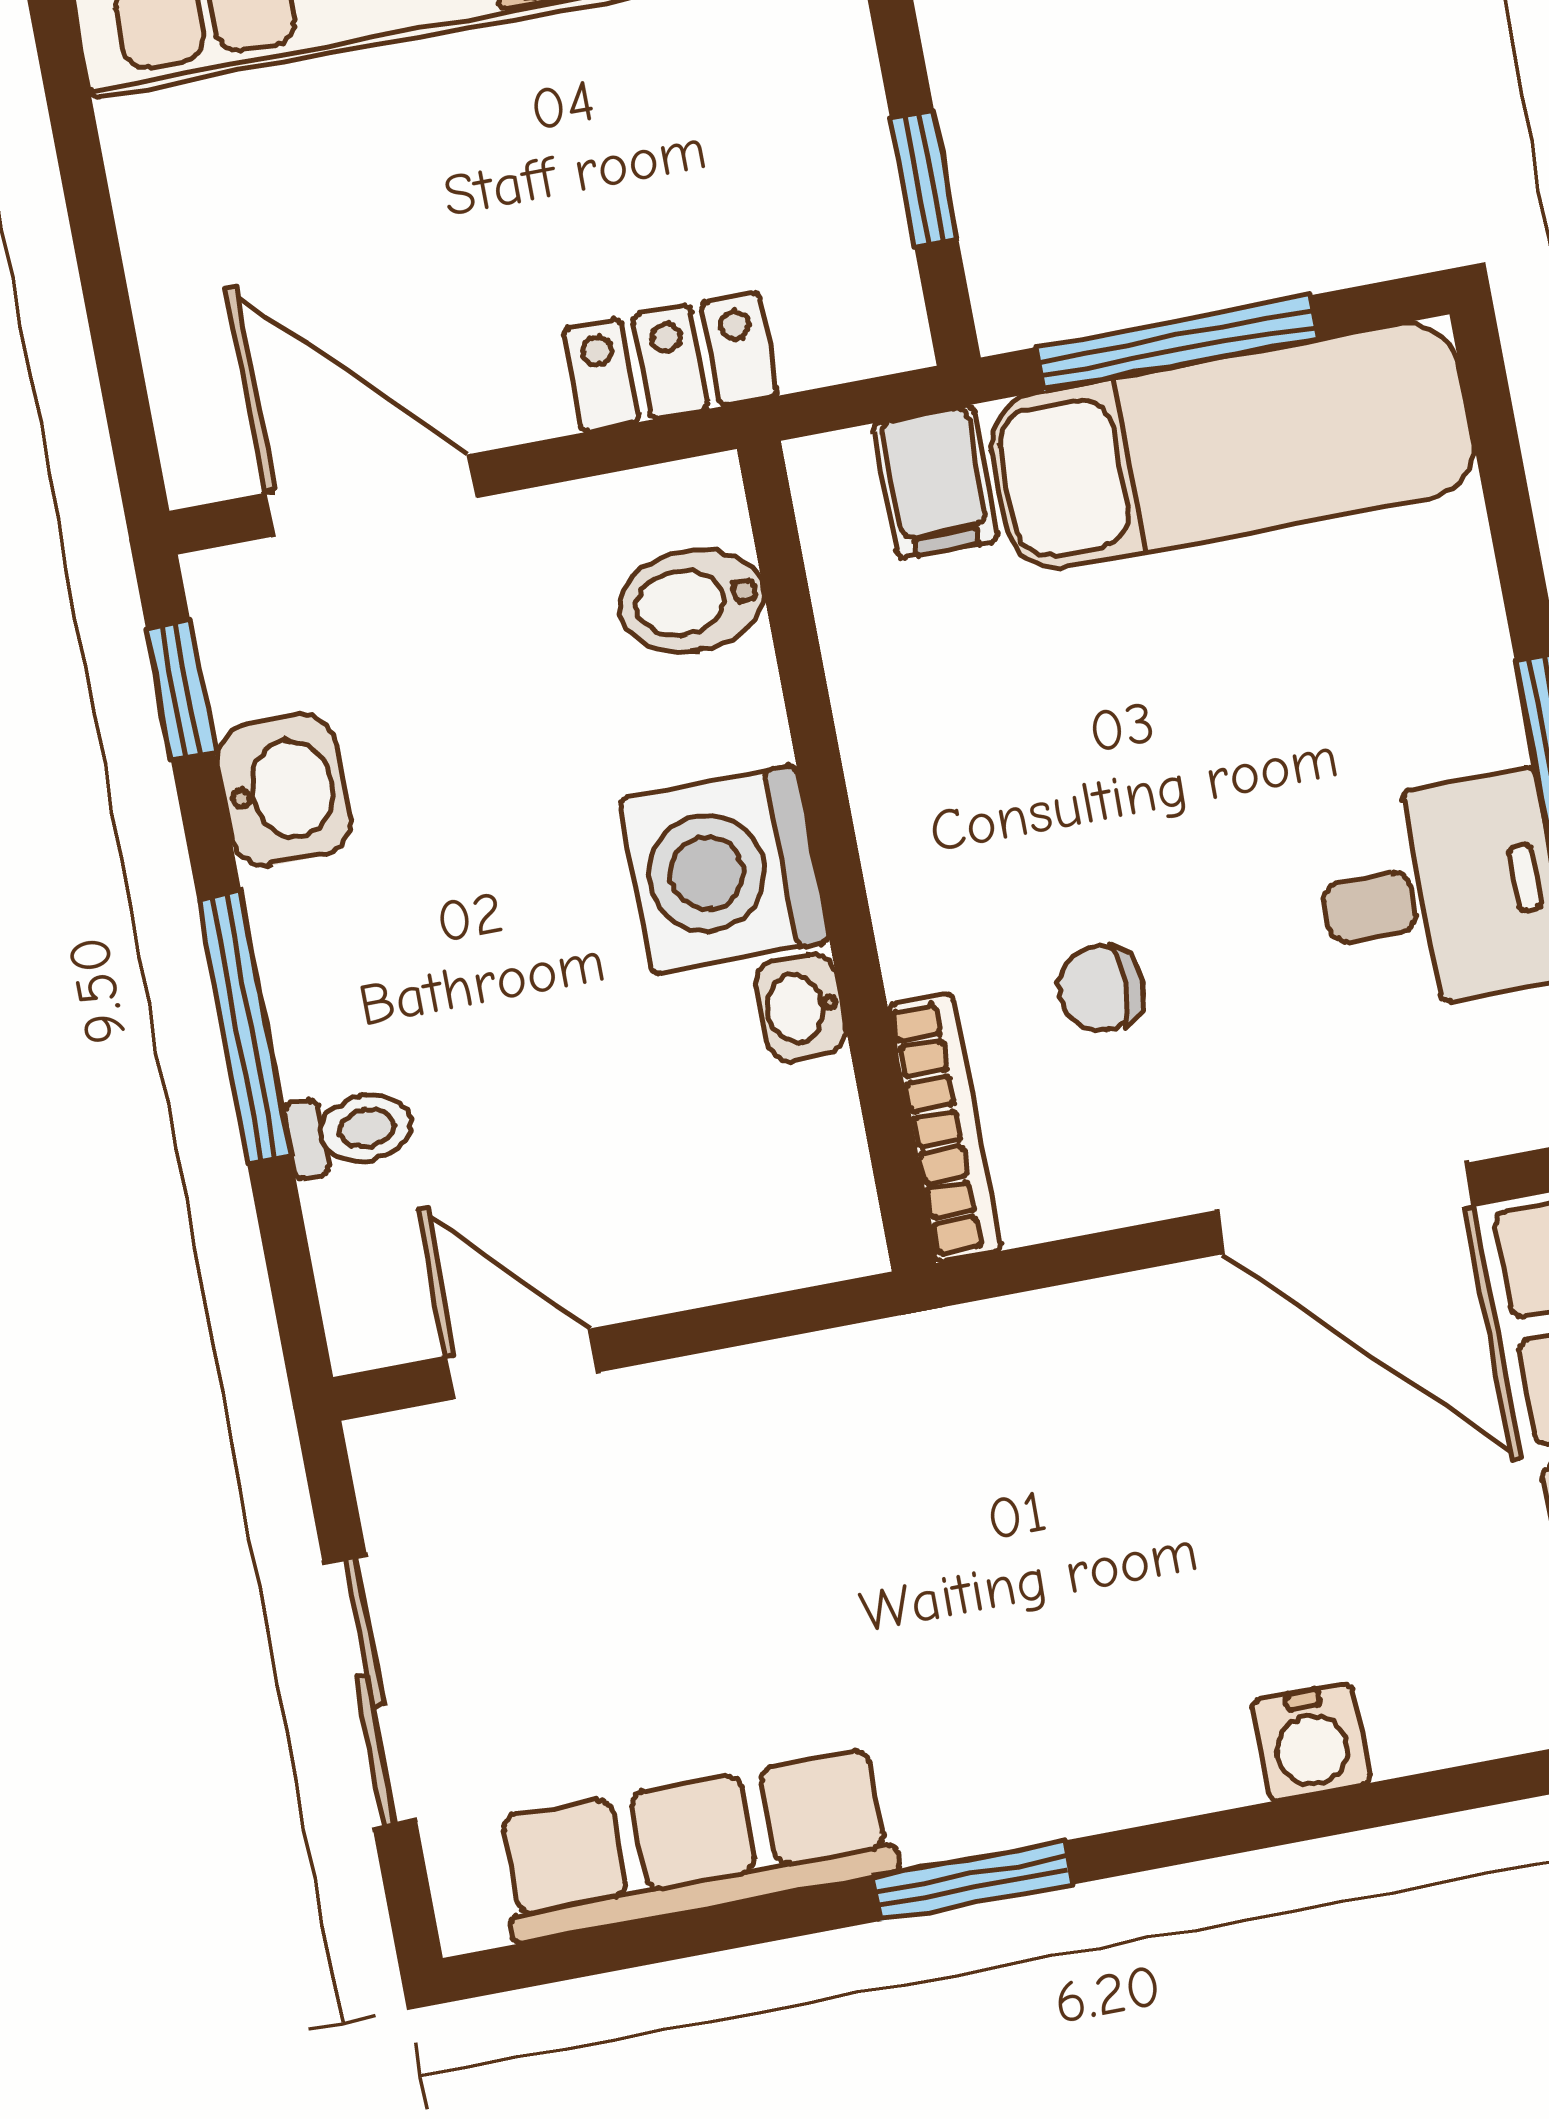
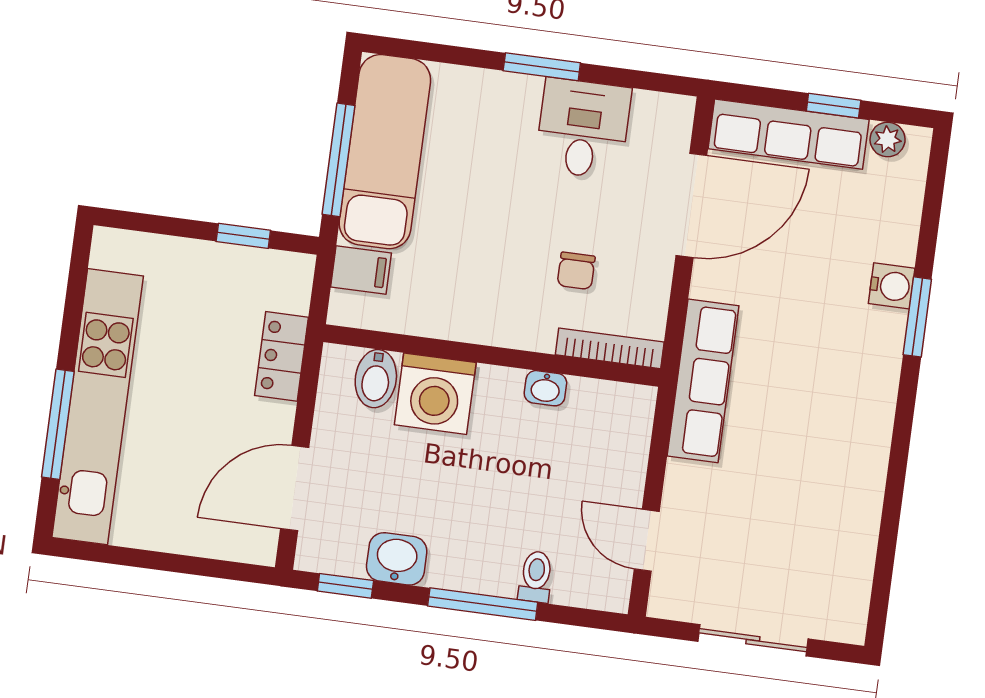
washing machine: (725, 870) -> (435, 394), moved
door: (522, 1364) -> (647, 540), hinge flipped
row of seats: (696, 1846) -> (703, 381), moved, turned 180
window: (972, 1881) -> (917, 317), moved

